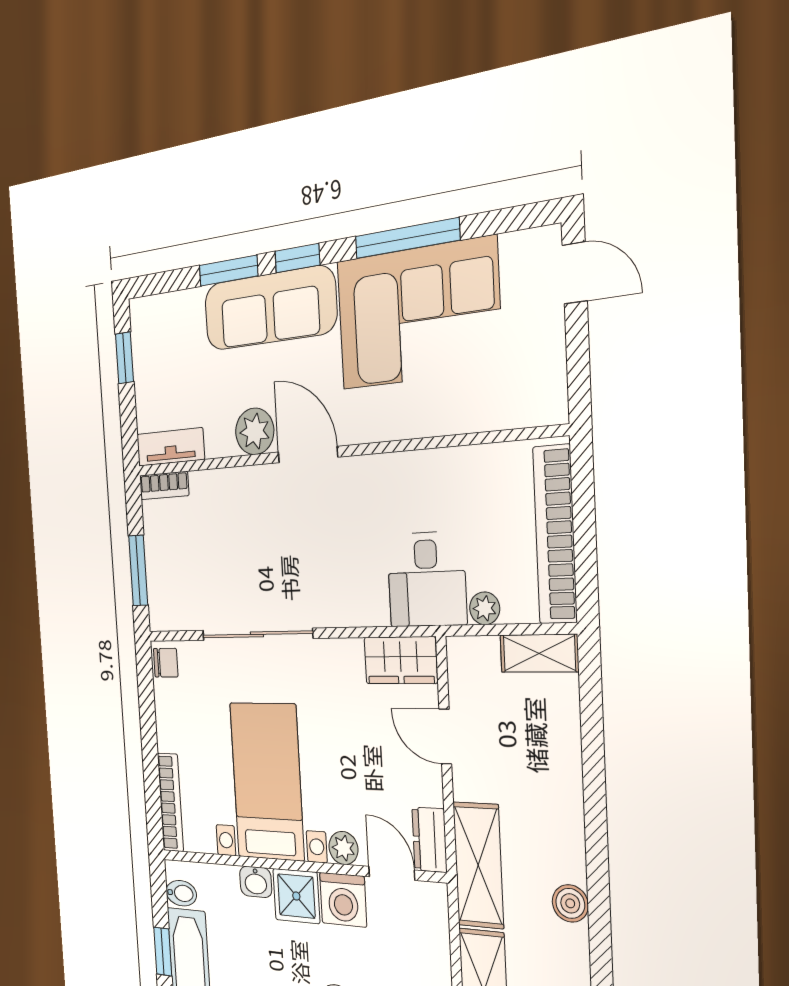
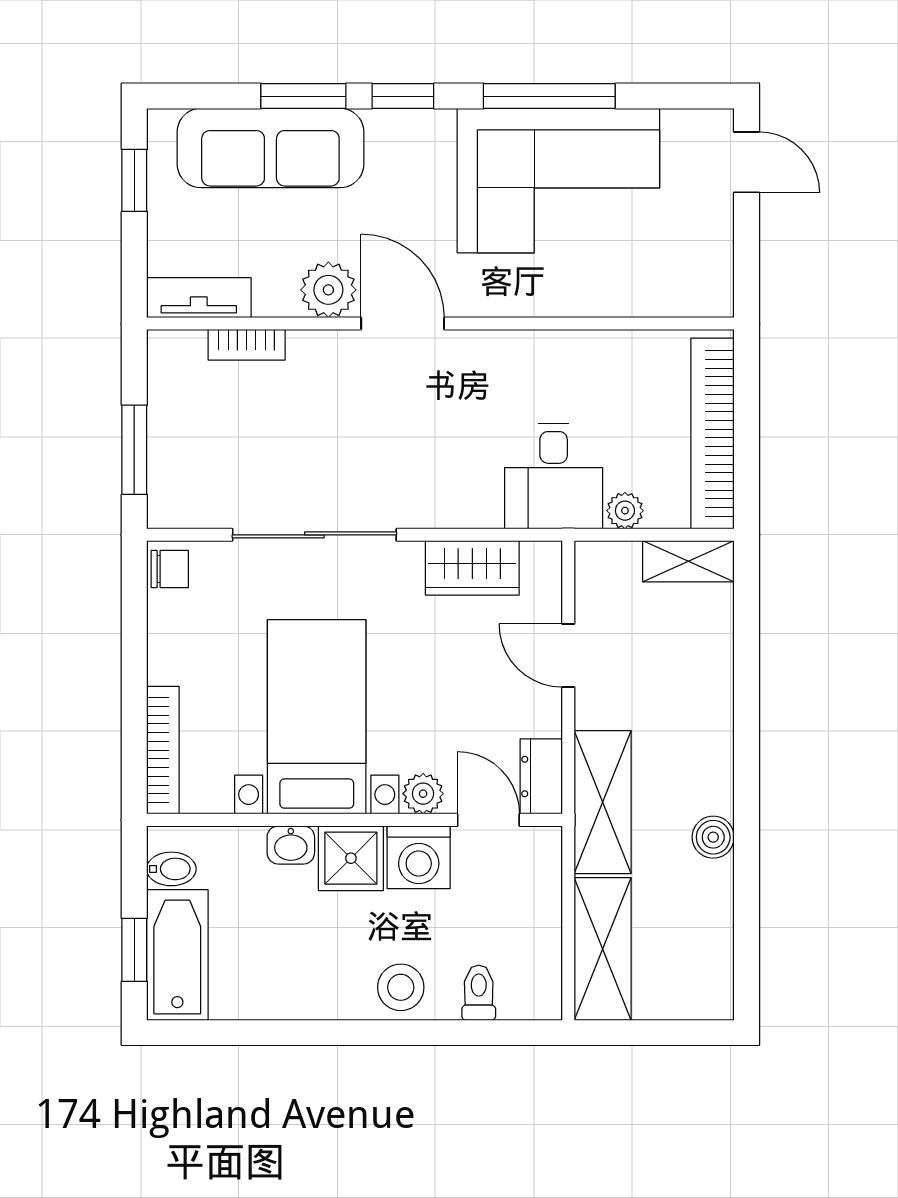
sofa: (270, 308) -> (270, 148), moved
bookcase: (164, 486) -> (247, 345), moved
wardrobe: (400, 660) -> (472, 568), moved

